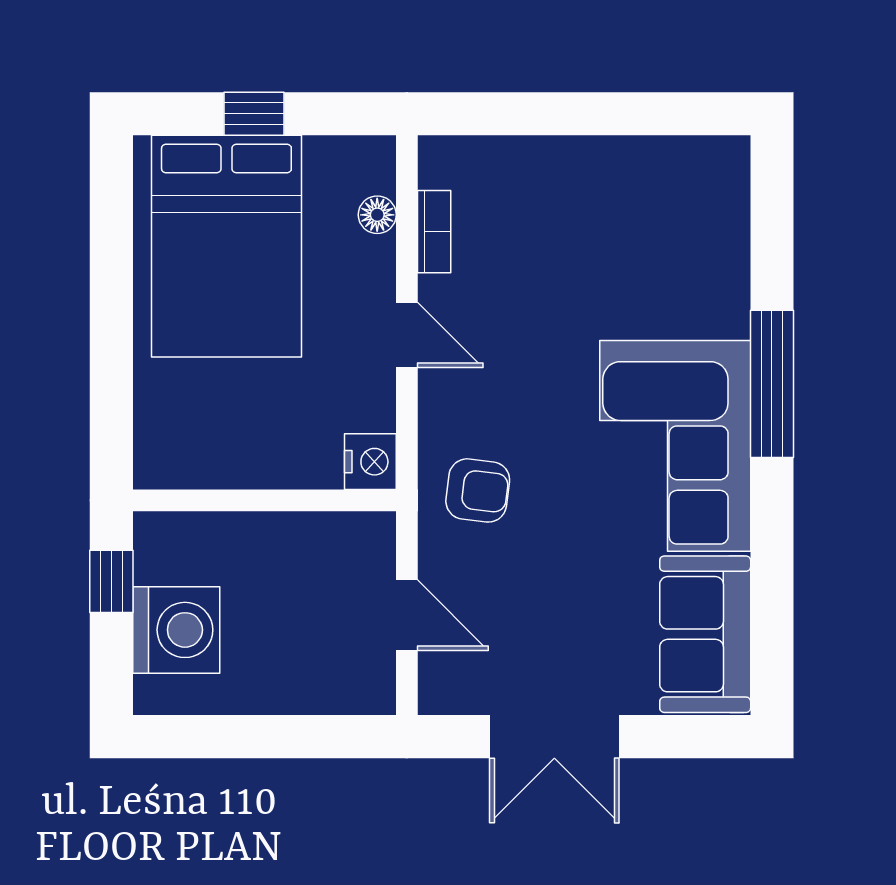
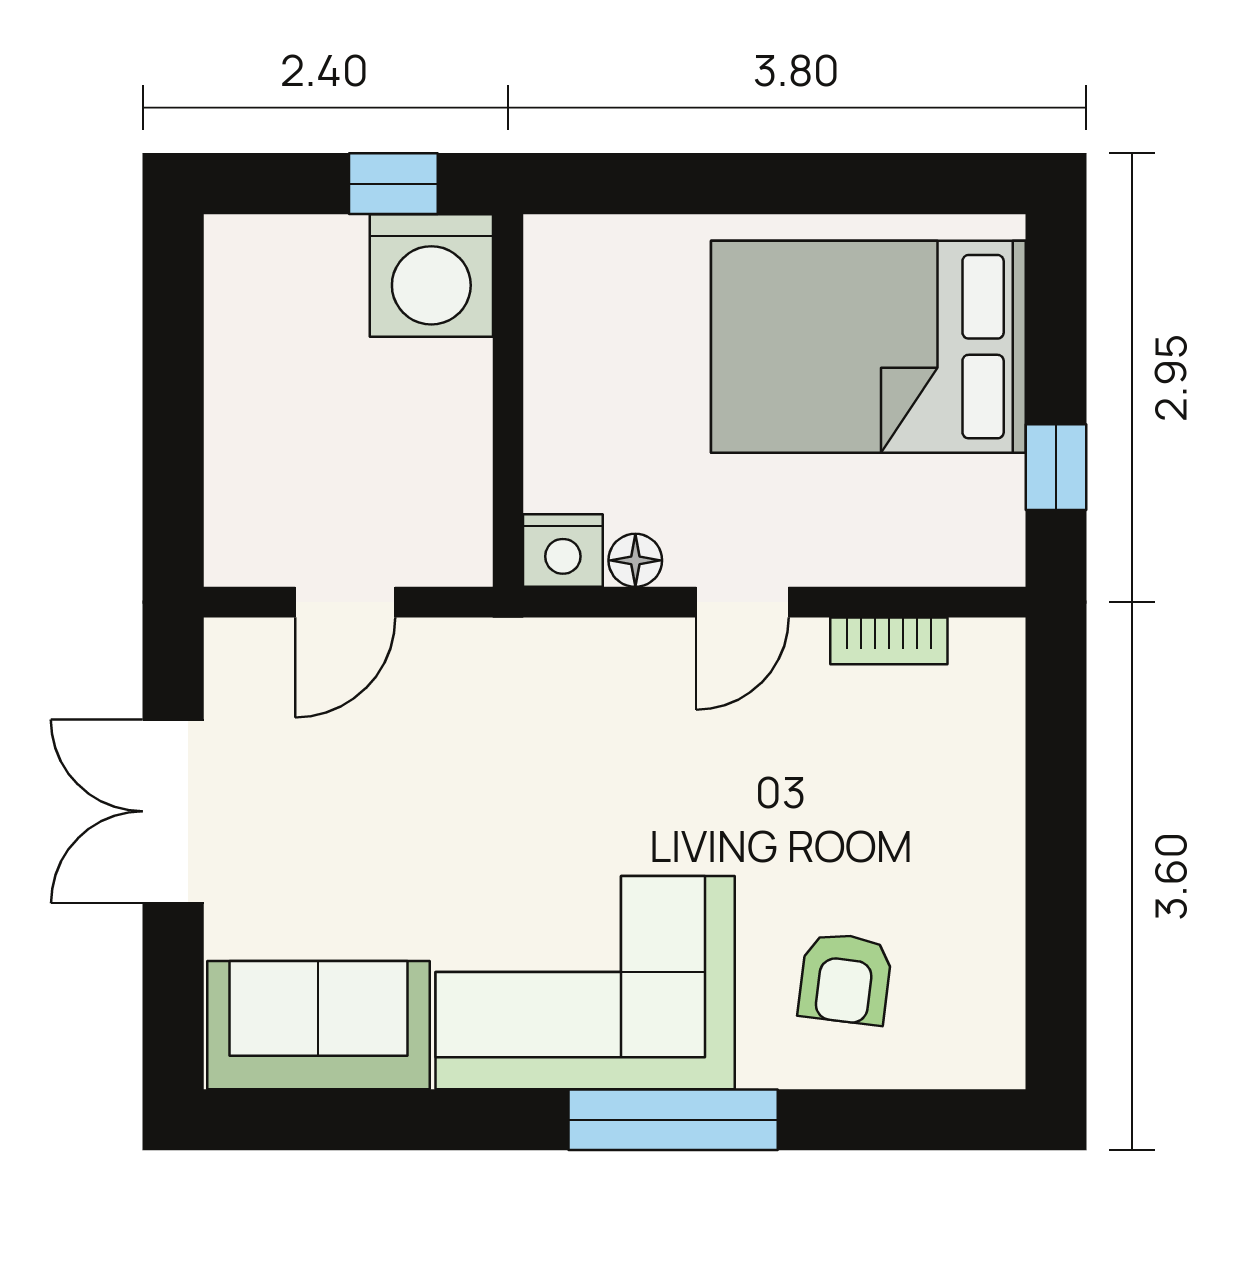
window: (254, 114) -> (1056, 467), moved
floor lamp: (377, 215) -> (635, 560), moved
armchair: (478, 490) -> (845, 979), moved
washing machine: (176, 630) -> (431, 276), moved

